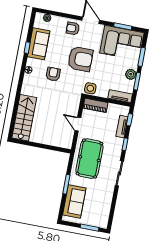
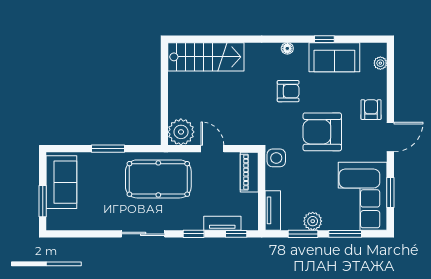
armchair: (80, 59) -> (322, 132), turned 90
door: (78, 124) -> (212, 149), hinge flipped
plant: (65, 140) -> (181, 132), added
sofa: (74, 201) -> (61, 182), moved, turned -90

